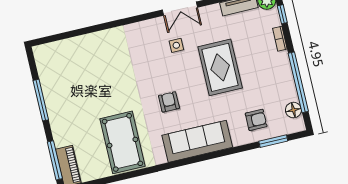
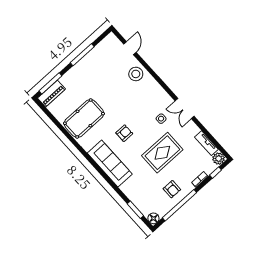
door: (66, 35) -> (130, 48), added
stool: (102, 46) -> (136, 74), added
floor lamp: (293, 110) -> (153, 218), moved
armchair: (256, 120) -> (172, 189), moved

